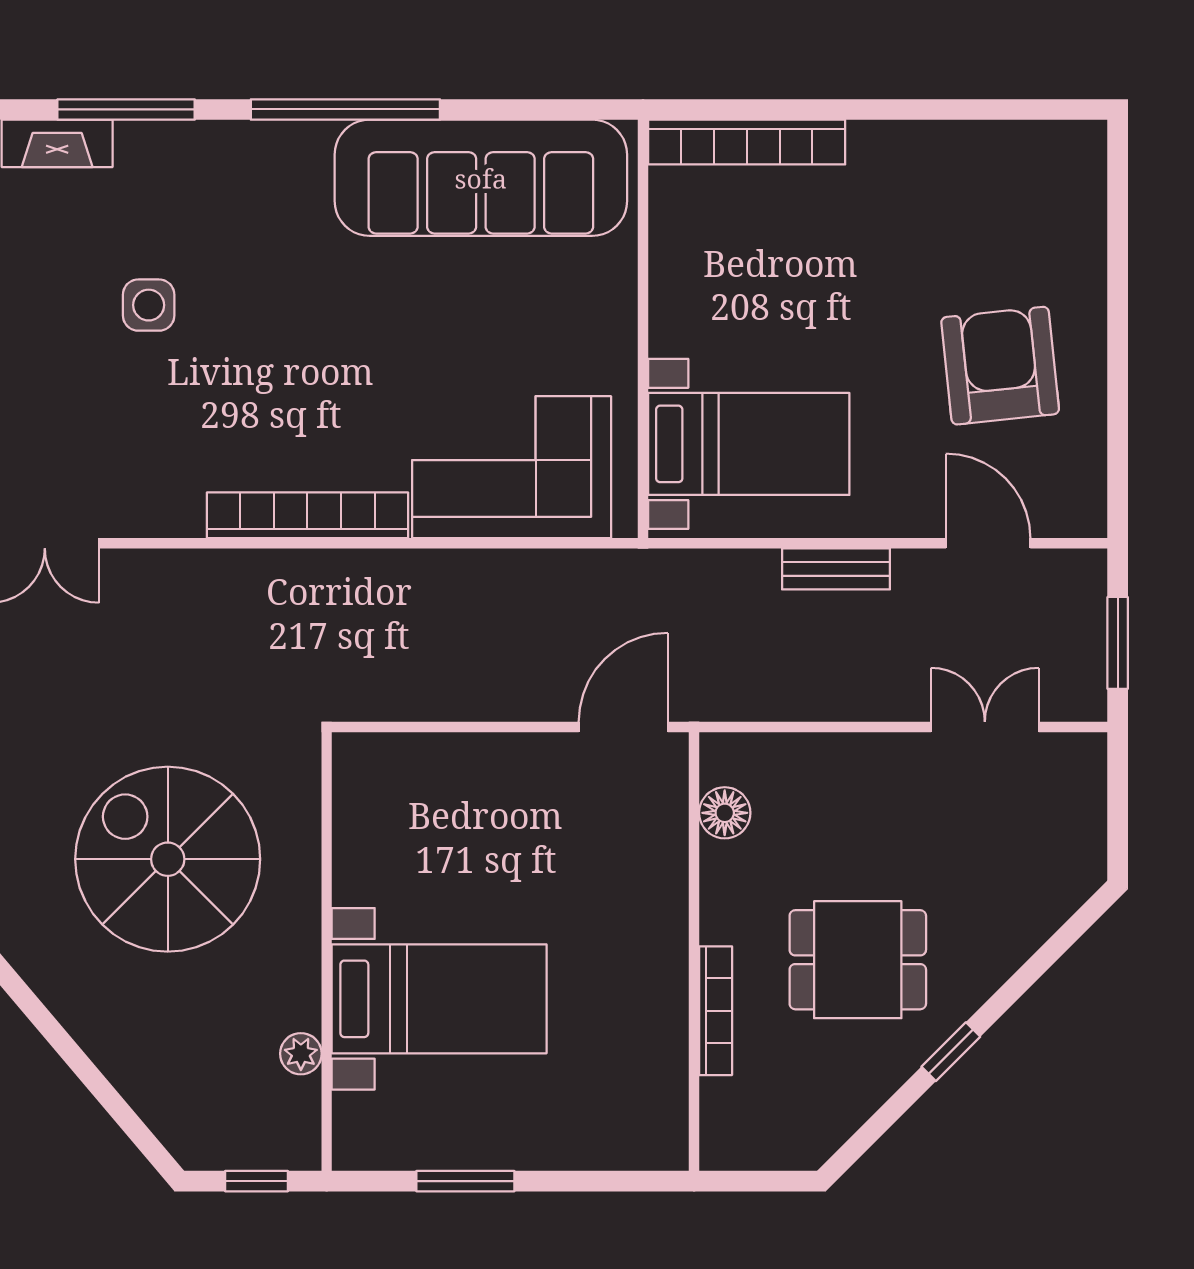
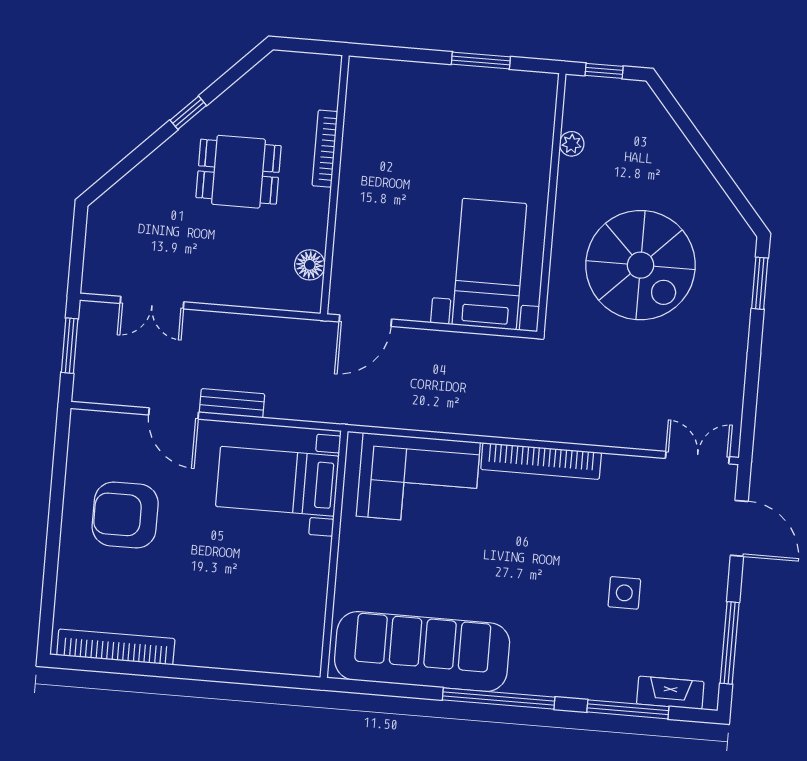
bookcase: (747, 142) -> (116, 647), moved
armchair: (1000, 366) -> (125, 515), turned 96
door: (988, 543) -> (174, 414), moved
bed with nightstands: (439, 999) -> (489, 264), moved, turned 90

